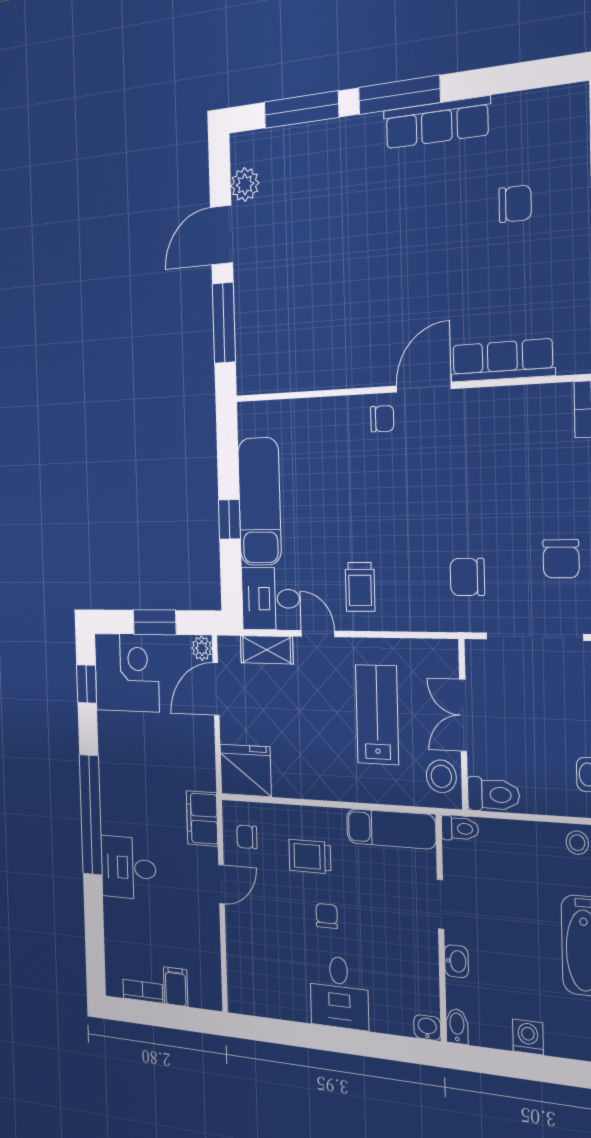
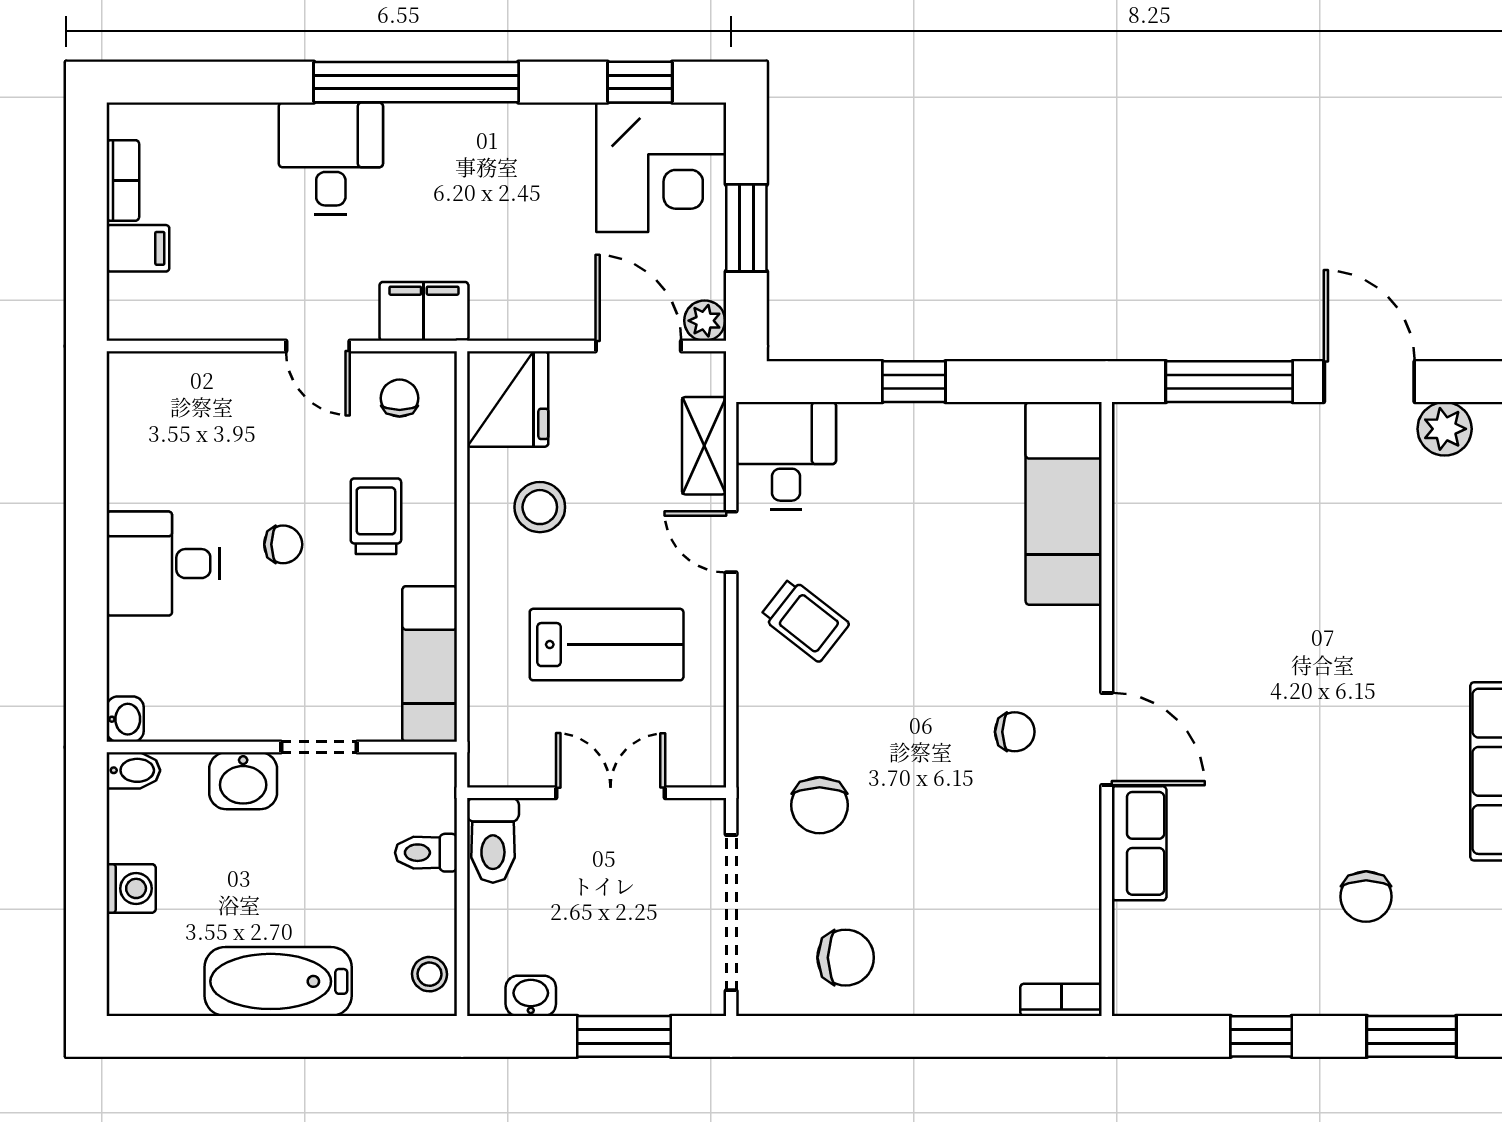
row of seats: (502, 360) -> (1139, 843), width x0.68
chair: (382, 419) -> (1015, 732), moved, turned -90
exam couch: (259, 501) -> (1064, 503), moved, turned 90
chair: (561, 559) -> (846, 958), turned 180
chair: (467, 577) -> (820, 805), turned 180
trolley: (360, 587) -> (805, 620), turned -142
door: (318, 634) -> (731, 542), swing flipped
stool: (441, 776) -> (540, 507), moved
toilet: (460, 828) -> (426, 853), moved, turned 90
washbasin: (456, 961) -> (243, 781), width x1.38, depth x1.45

